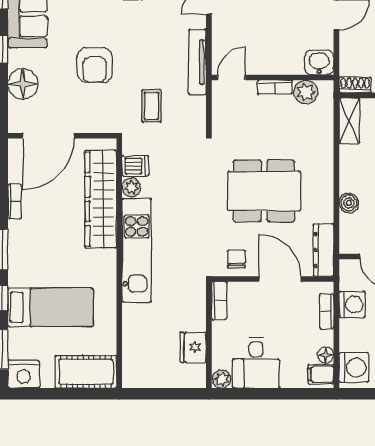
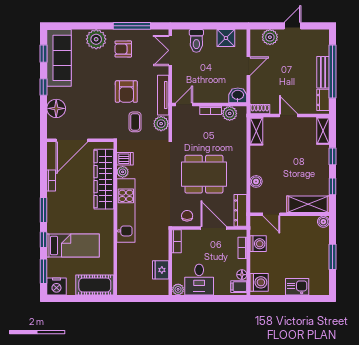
armchair: (95, 65) -> (126, 92), moved
plant: (194, 109) -> (161, 124), added

